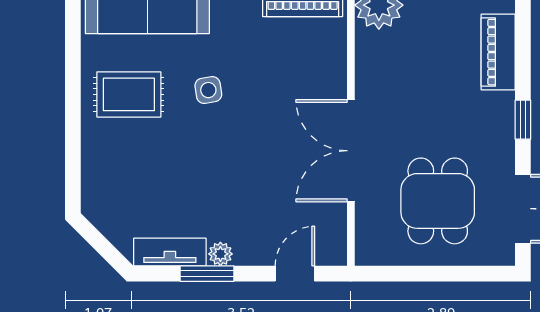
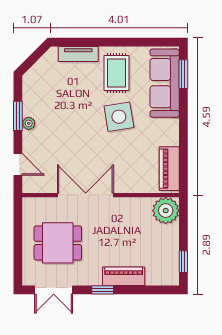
piano: (498, 52) -> (124, 276), moved
side table: (208, 90) -> (119, 117), width x1.87, depth x1.87
tv unit: (170, 252) -> (78, 54), moved, turned 90

